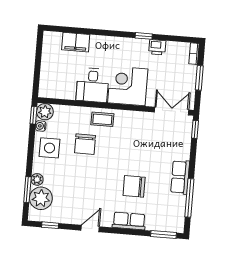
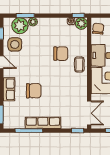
chair: (54, 89) -> (98, 29), added
chair: (85, 144) -> (61, 54), turned 180
side table: (50, 148) -> (15, 44), moved
row of seats: (180, 177) -> (43, 123), width x1.48
chair: (134, 186) -> (34, 91), turned 90

